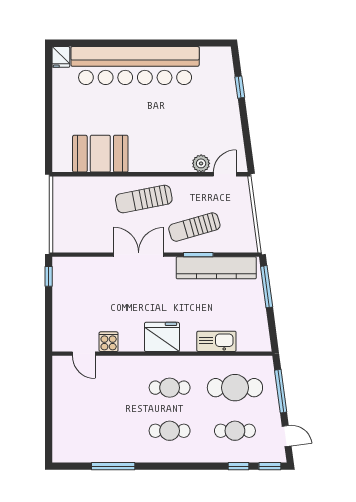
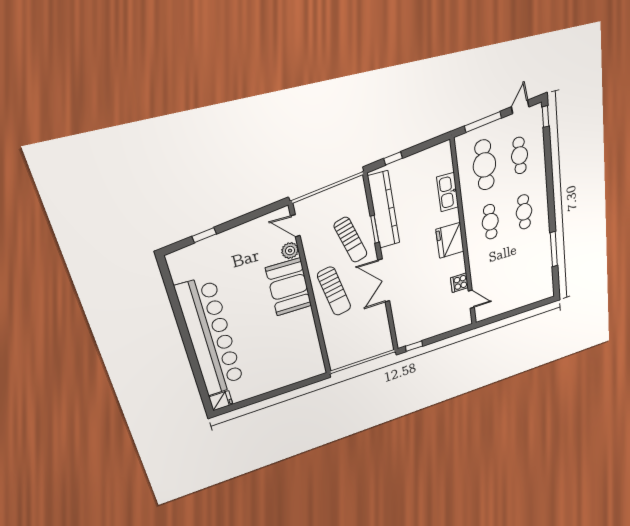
booth: (100, 154) -> (289, 287), moved
window: (267, 287) -> (393, 158), width x0.46
door: (84, 354) -> (471, 299), hinge flipped
window: (238, 466) -> (547, 145), removed

